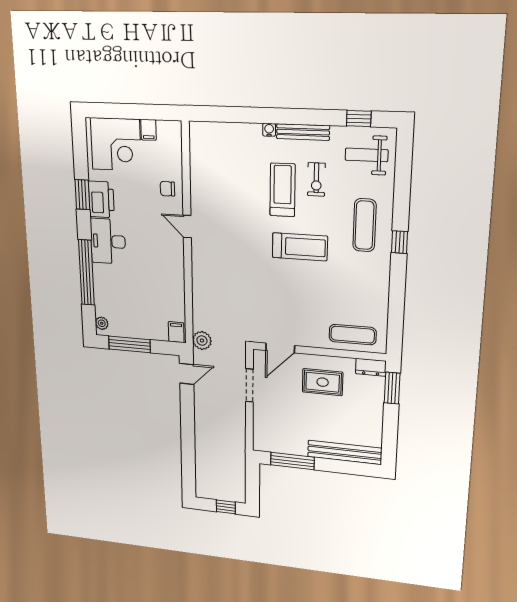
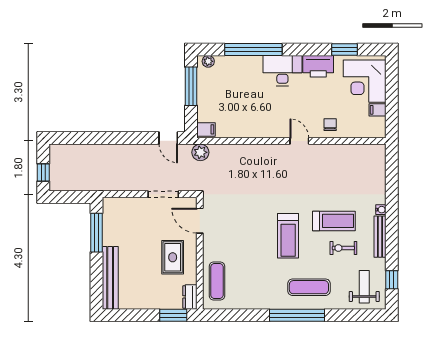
window: (82, 195) -> (345, 49), moved
door: (187, 227) -> (299, 141), hinge flipped
window: (400, 242) -> (297, 315), width x3.17

